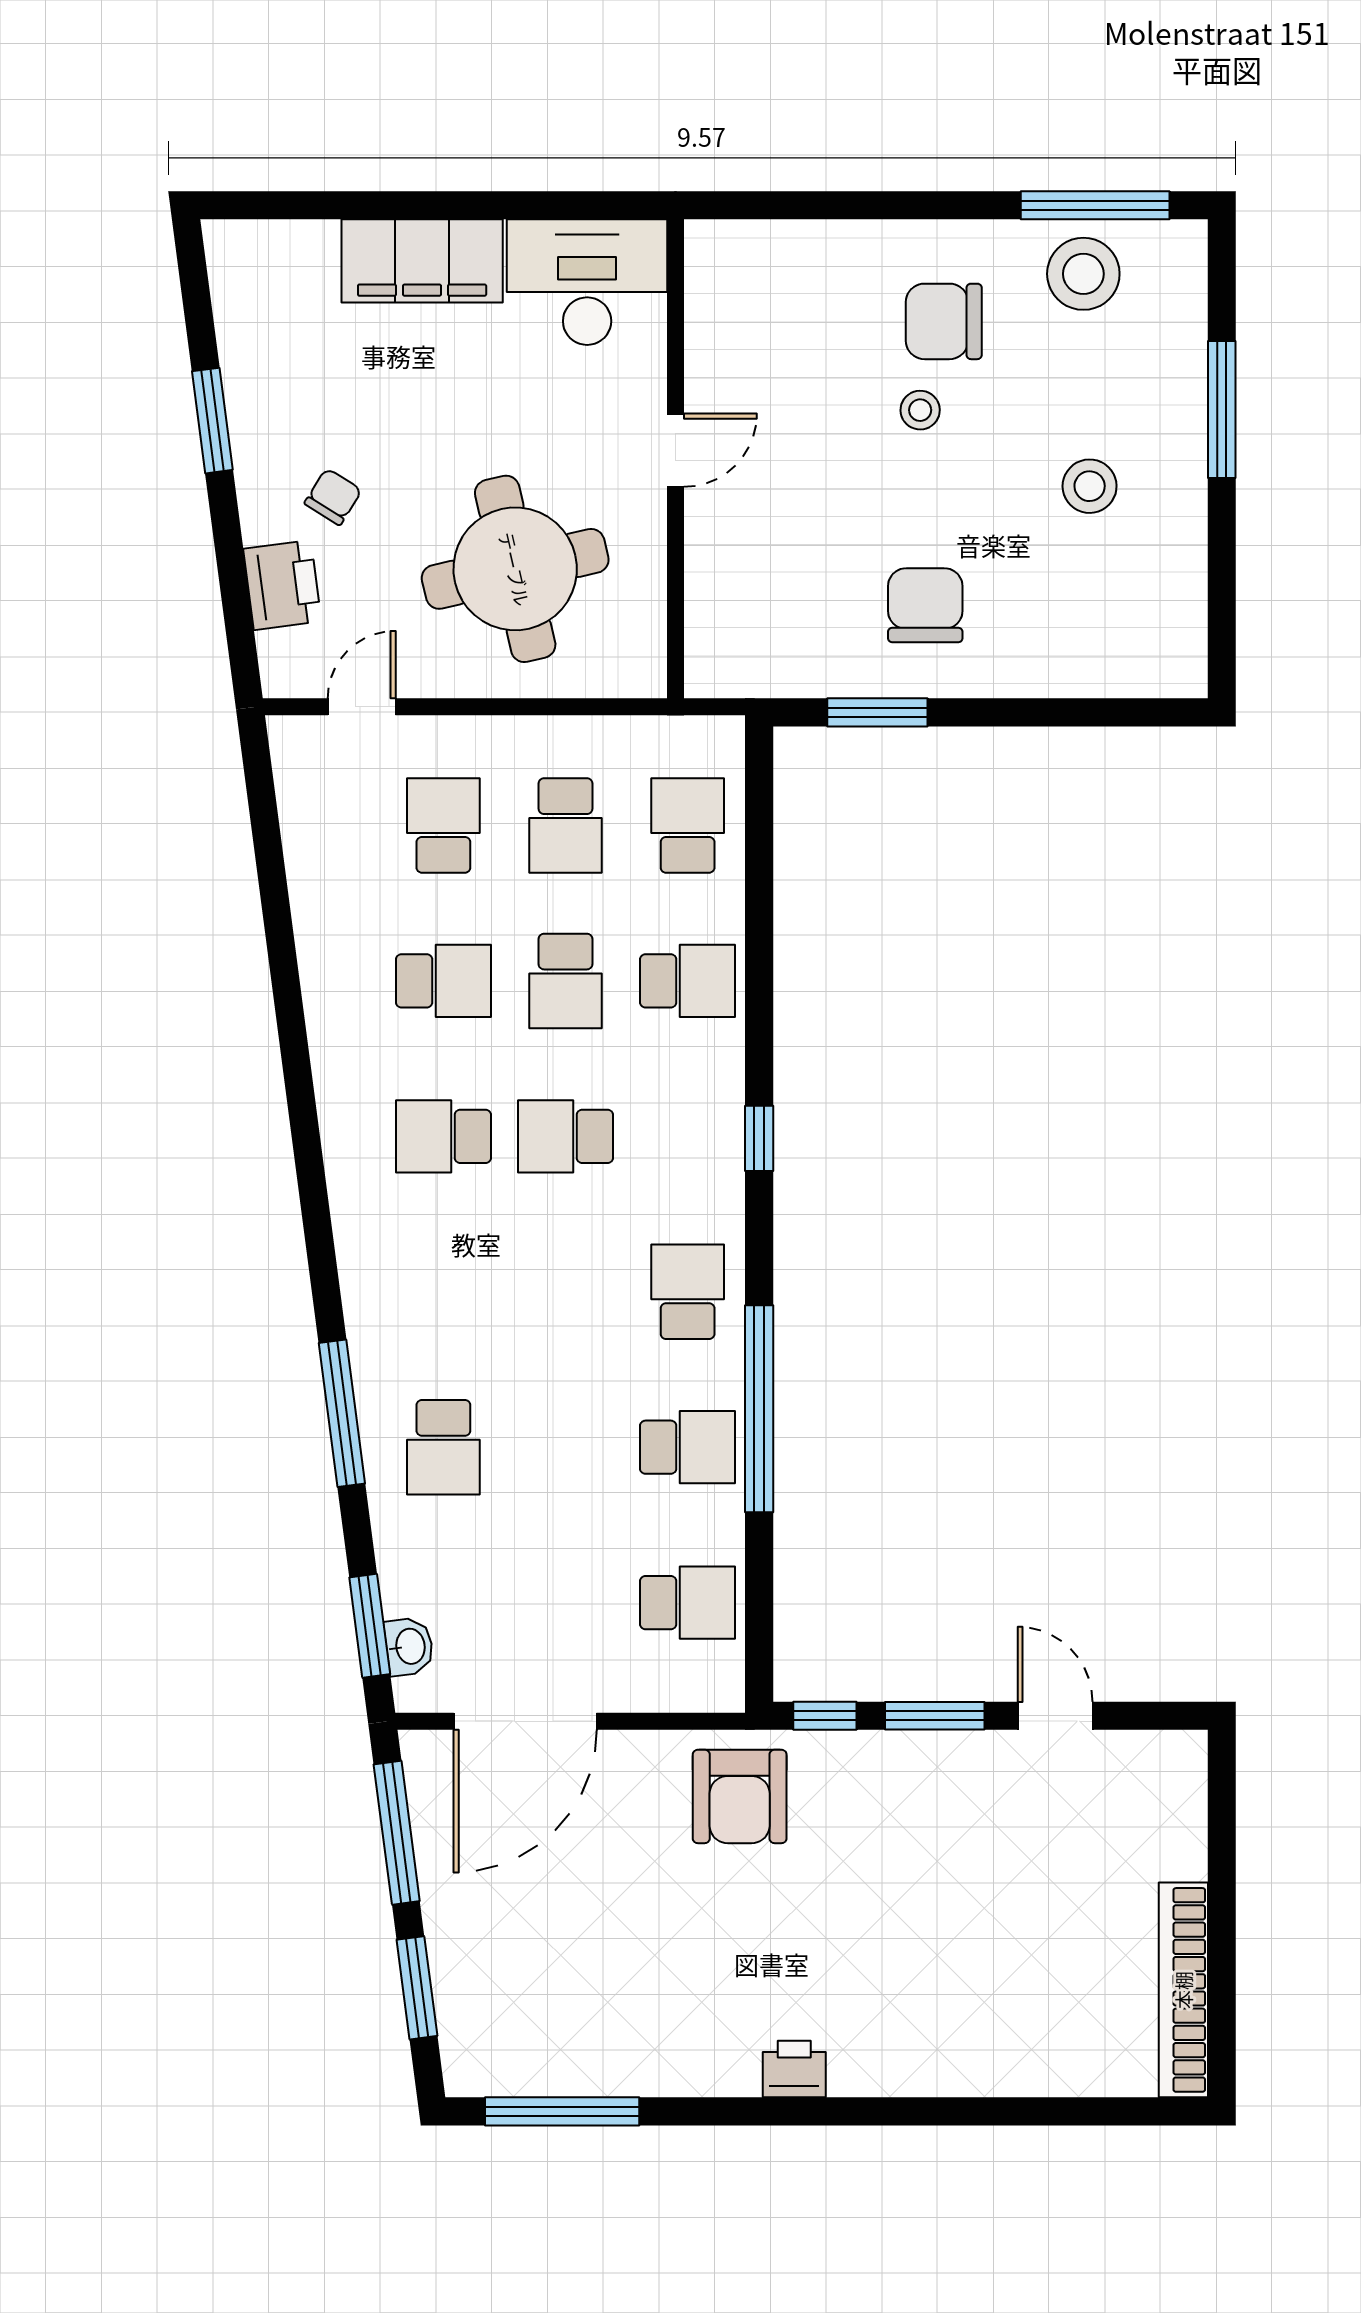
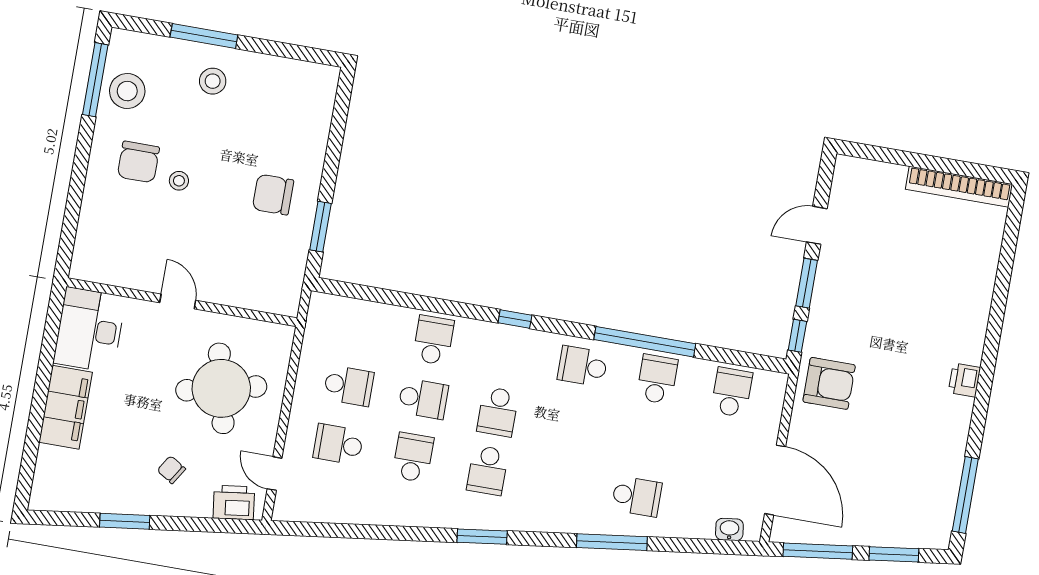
stool: (1090, 486) -> (213, 81), moved
printer: (282, 585) -> (234, 503), moved
school desk: (688, 825) -> (359, 327), removed
window: (370, 1626) -> (482, 537), moved

